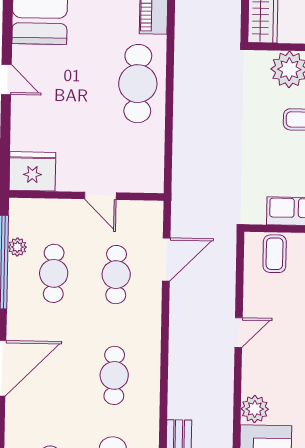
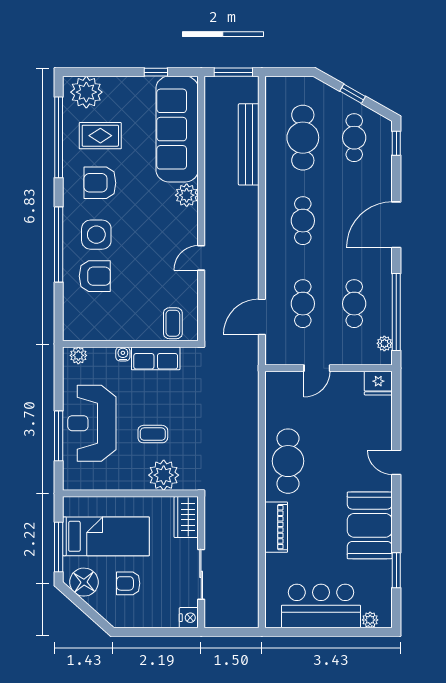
fridge: (32, 171) -> (378, 383), width x0.73, depth x0.75
door: (100, 196) -> (317, 368), swing flipped
plant: (17, 247) -> (384, 343), moved

